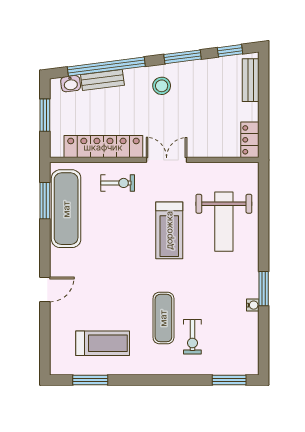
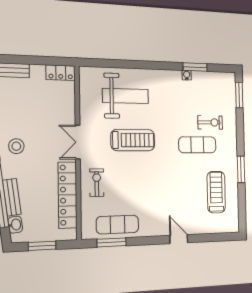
exercise mat: (66, 209) -> (118, 225), width x0.73, depth x0.69
window: (264, 289) -> (195, 67), moved
window: (90, 380) -> (241, 169), moved

